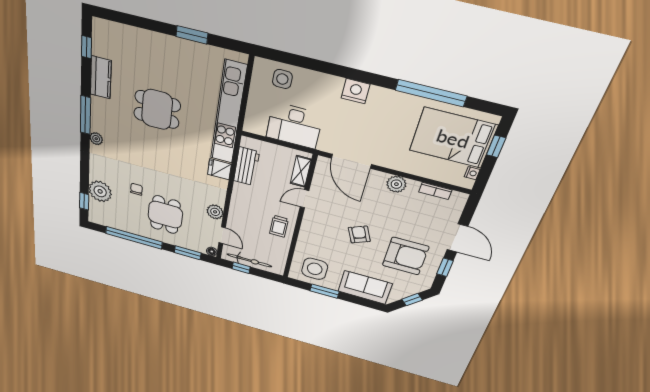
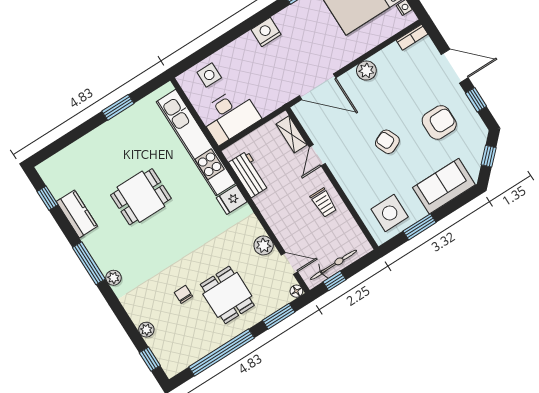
desk: (294, 126) -> (230, 116), moved
plant: (100, 191) -> (146, 330), width x0.53, depth x0.53
bookcase: (435, 191) -> (412, 37), moved
armchair: (405, 256) -> (439, 122), width x0.73, depth x0.73

